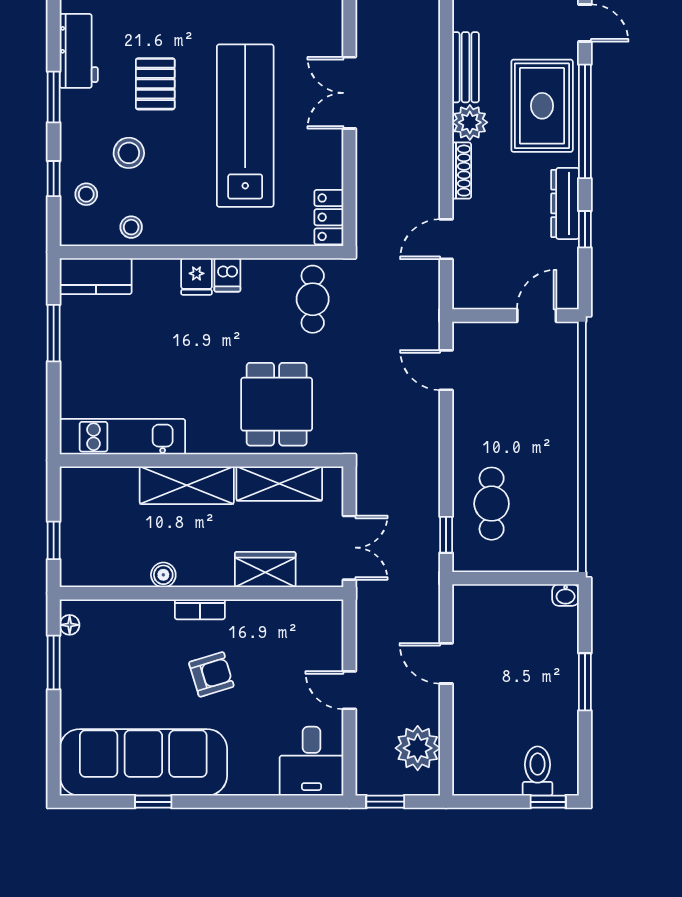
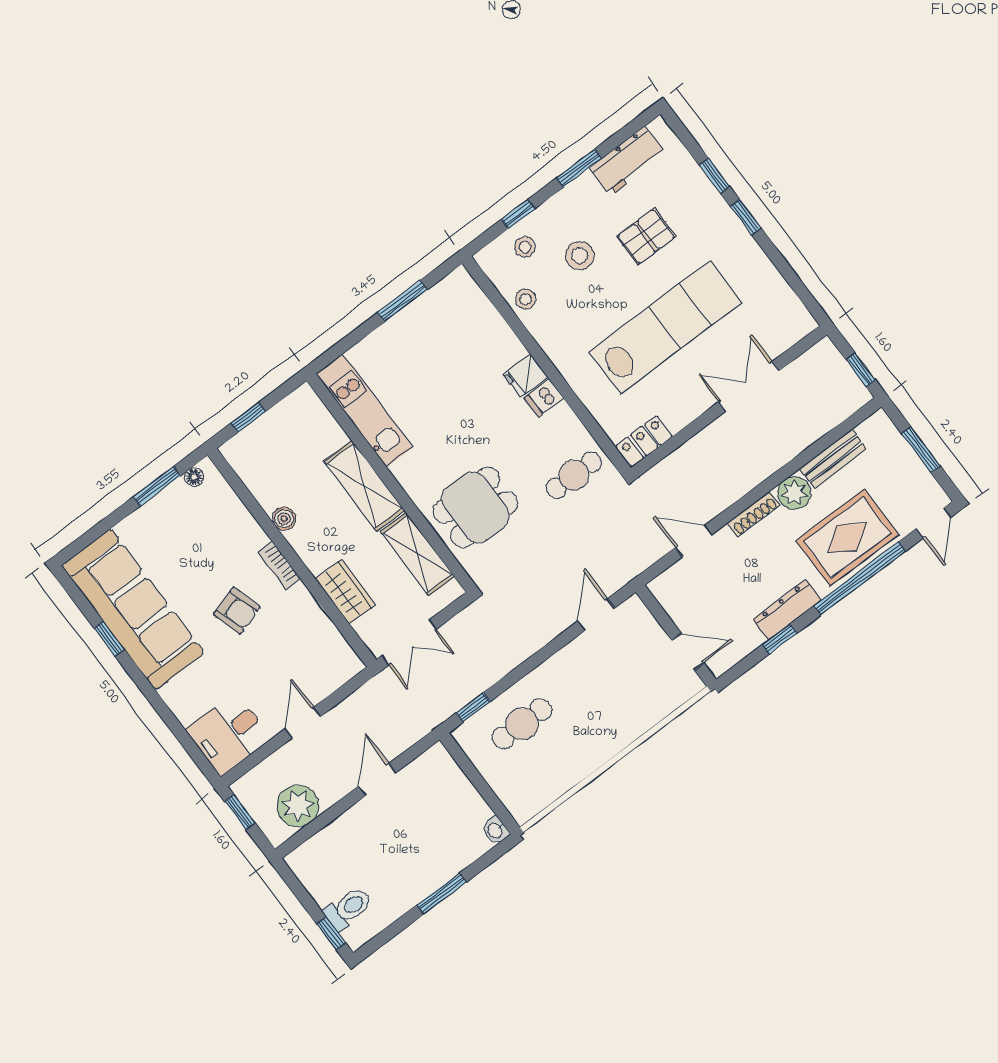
kitchen counter: (96, 276) -> (469, 300), removed

